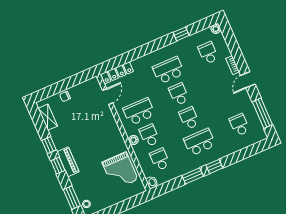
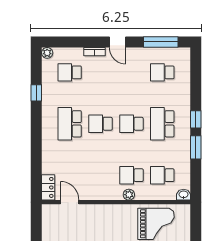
locker: (117, 73) -> (48, 187), width x0.66
school desk: (139, 112) -> (101, 175), removed

